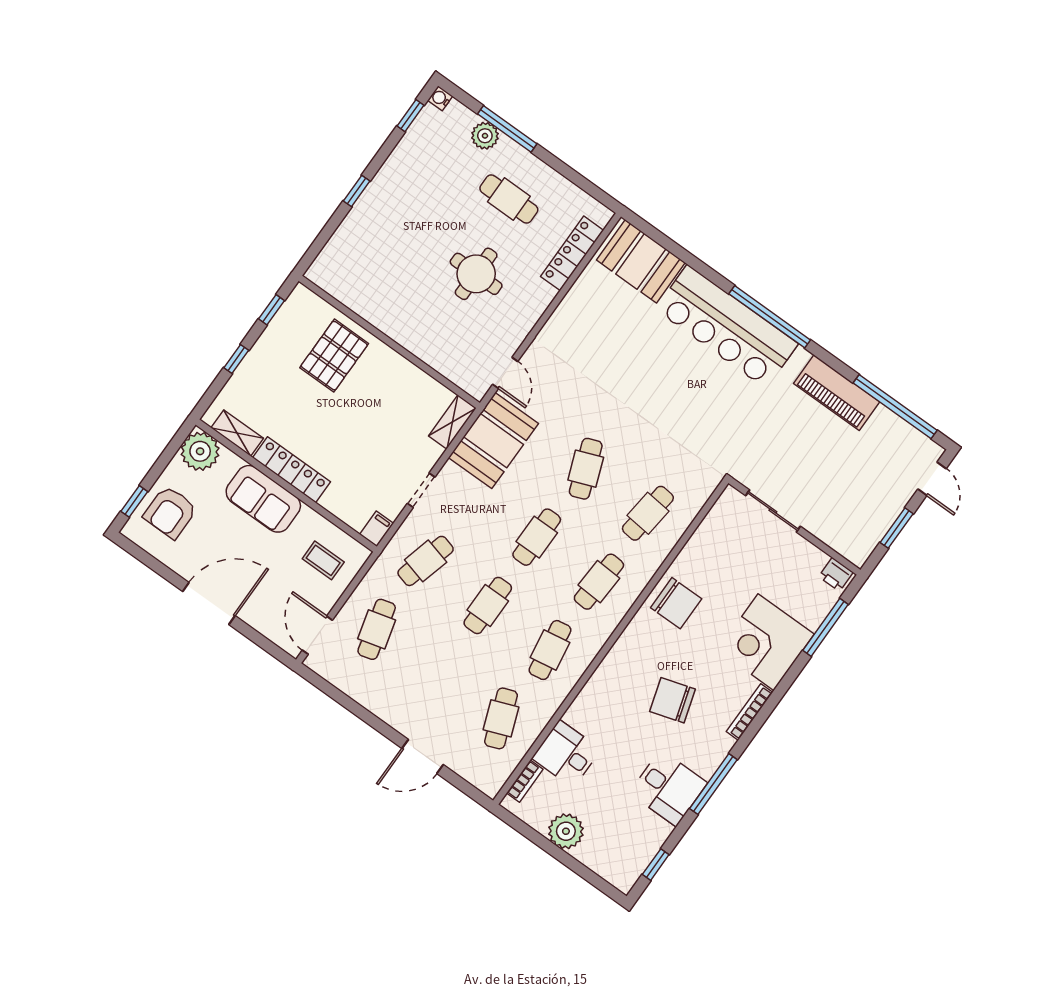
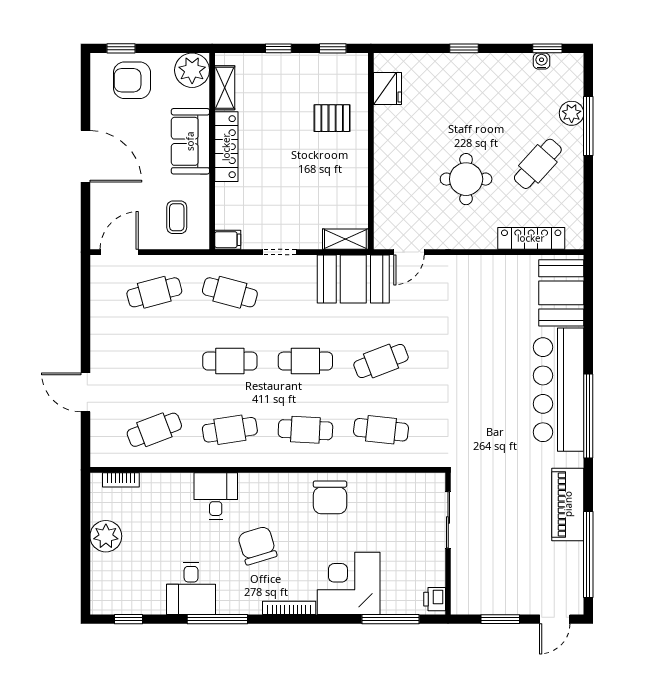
water cooler: (440, 98) -> (542, 61), moved
cafe table: (509, 199) -> (538, 164), turned 42
fridge: (343, 286) -> (388, 89), added
pallet: (334, 356) -> (332, 118), width x0.67, depth x0.71
desk: (566, 754) -> (216, 496), moved

